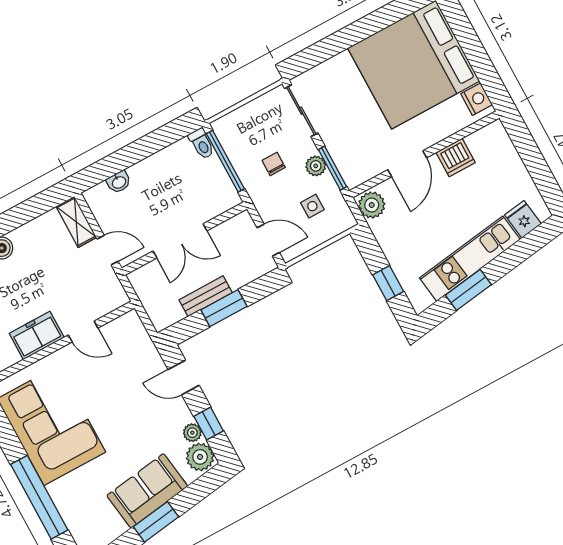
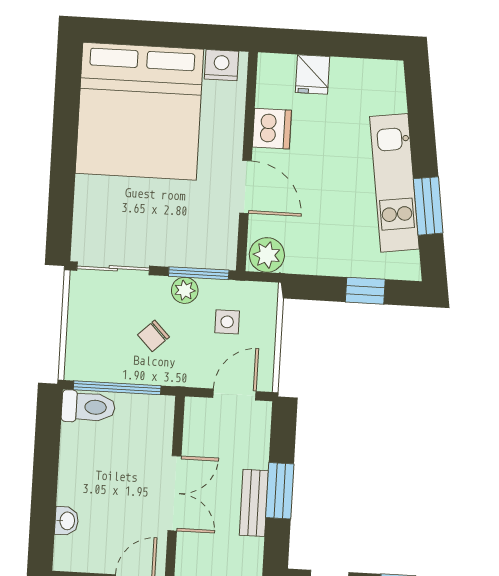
toilet: (202, 144) -> (88, 407), width x1.37, depth x1.39
chair: (274, 164) -> (154, 336), turned -44
fridge: (523, 219) -> (313, 74), moved, turned -82

